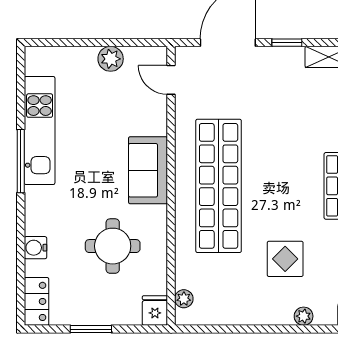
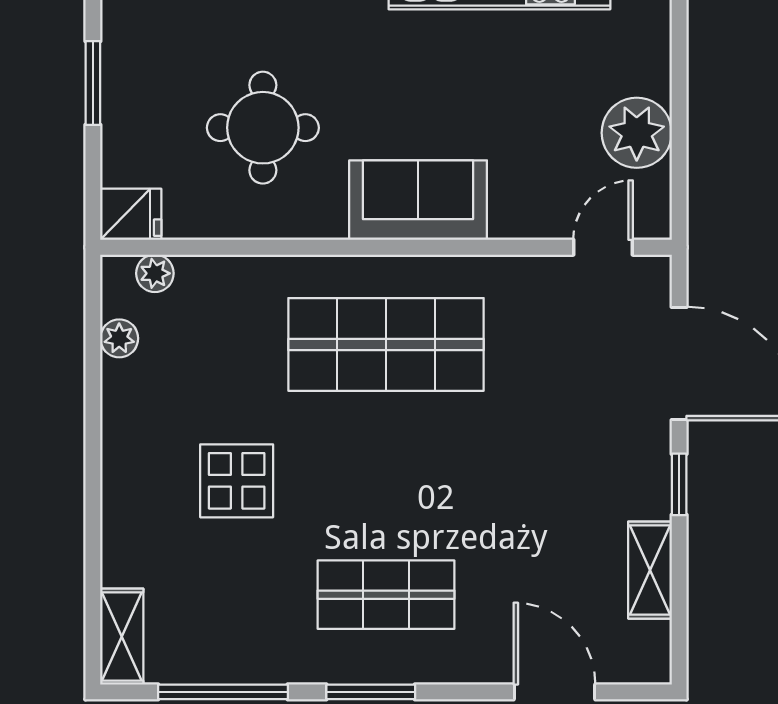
plant: (111, 59) -> (637, 133), width x1.36, depth x1.36
shop shelf: (219, 186) -> (386, 344), width x0.71
plant: (304, 316) -> (119, 338), moved

